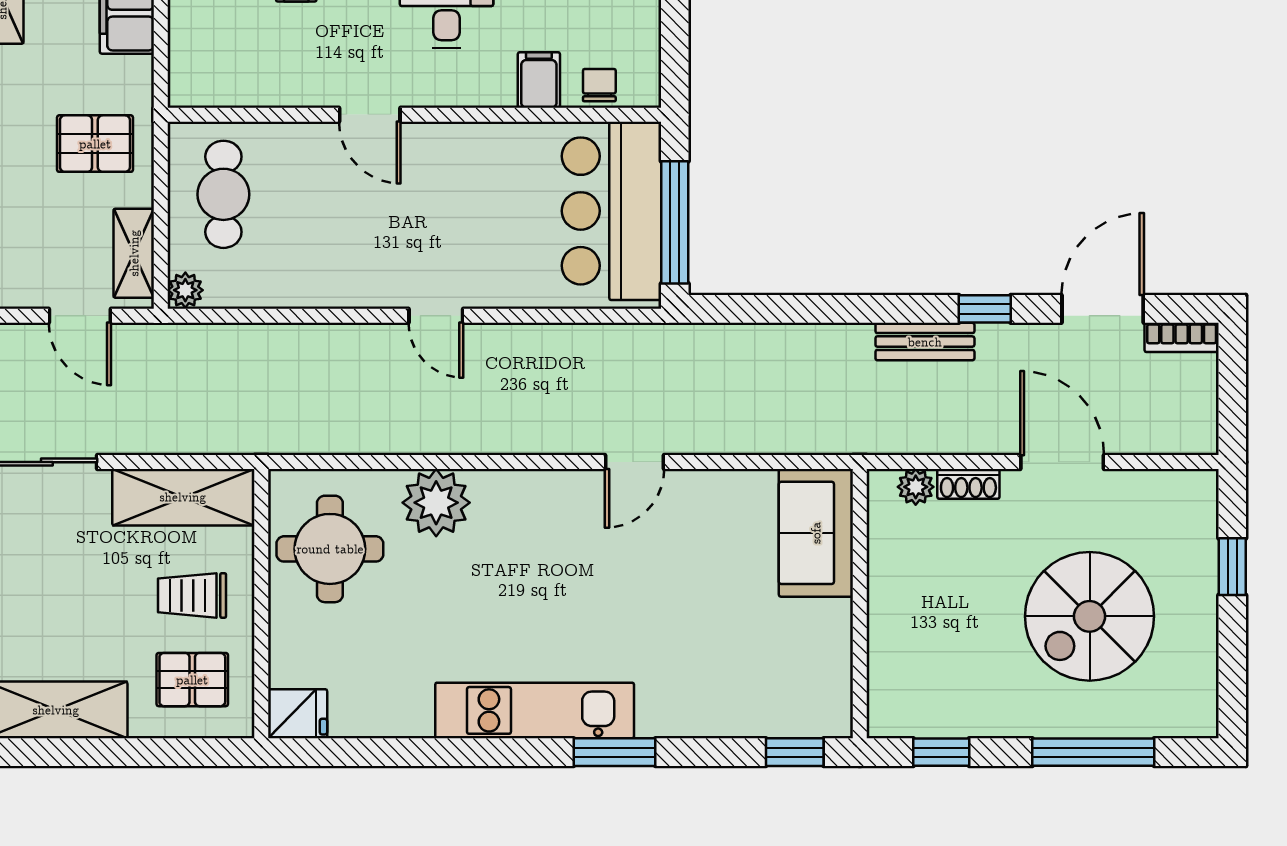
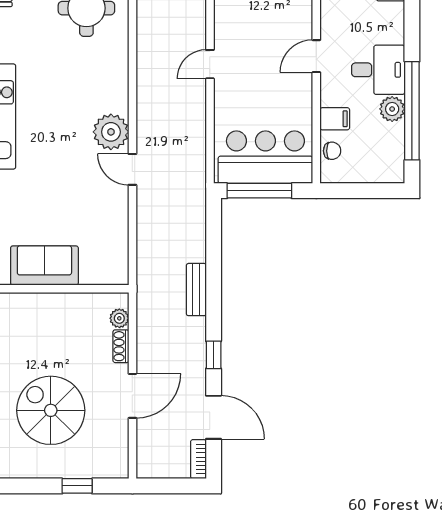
door: (370, 115) -> (316, 56), moved
bench: (925, 342) -> (196, 290), moved
plant: (436, 503) -> (111, 132), moved
sofa: (816, 533) -> (44, 265), moved

